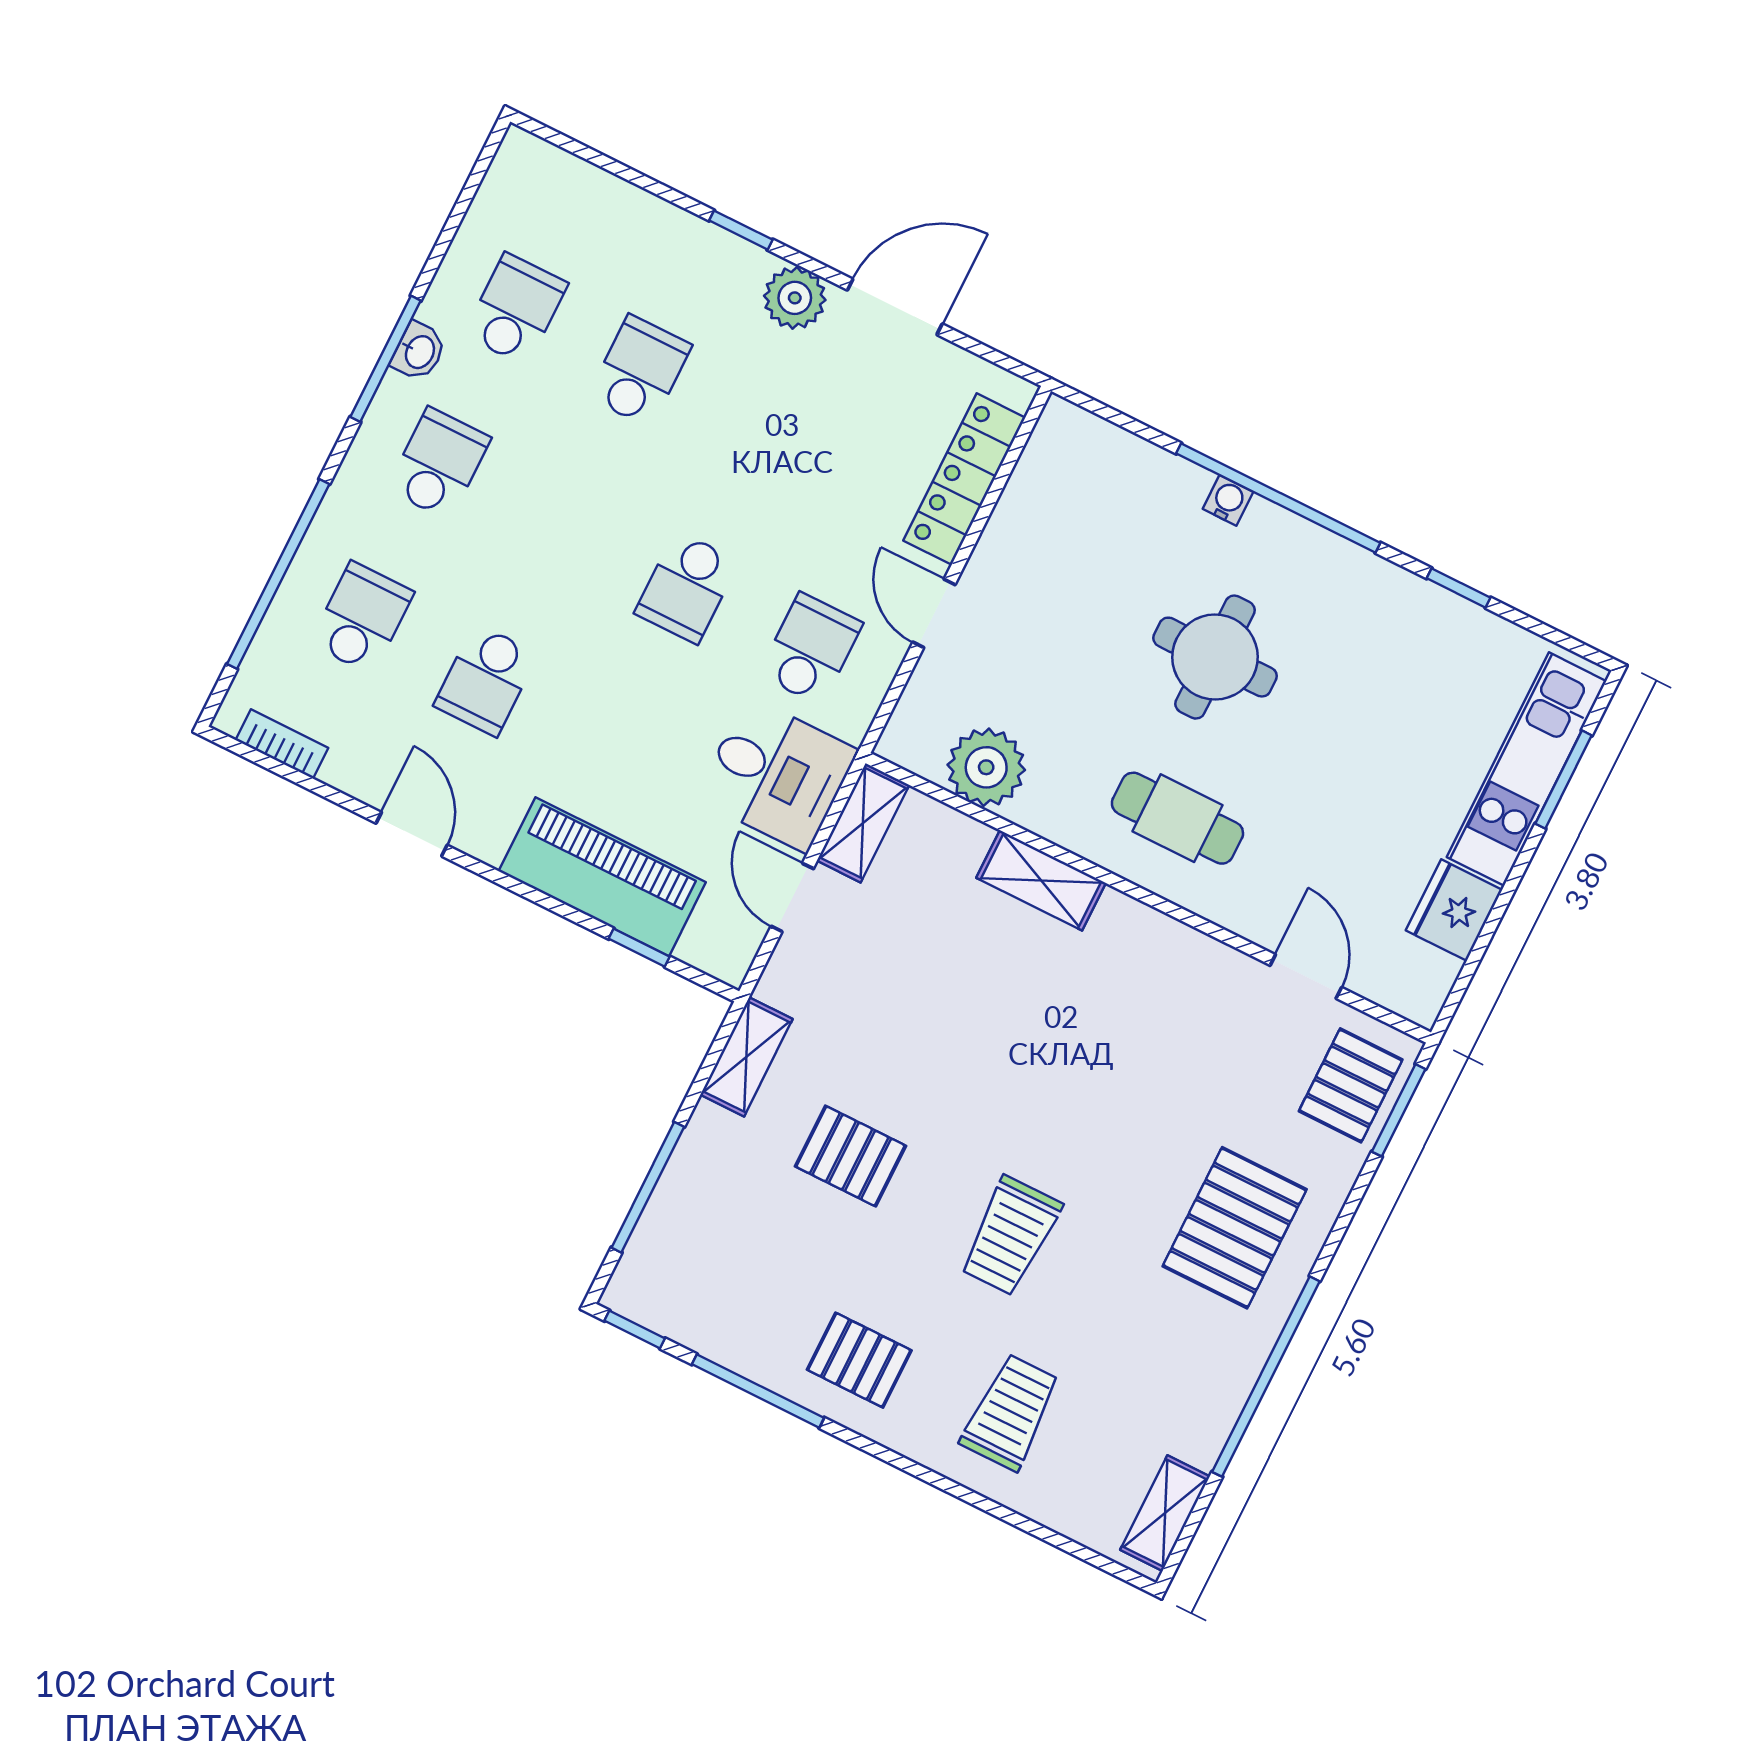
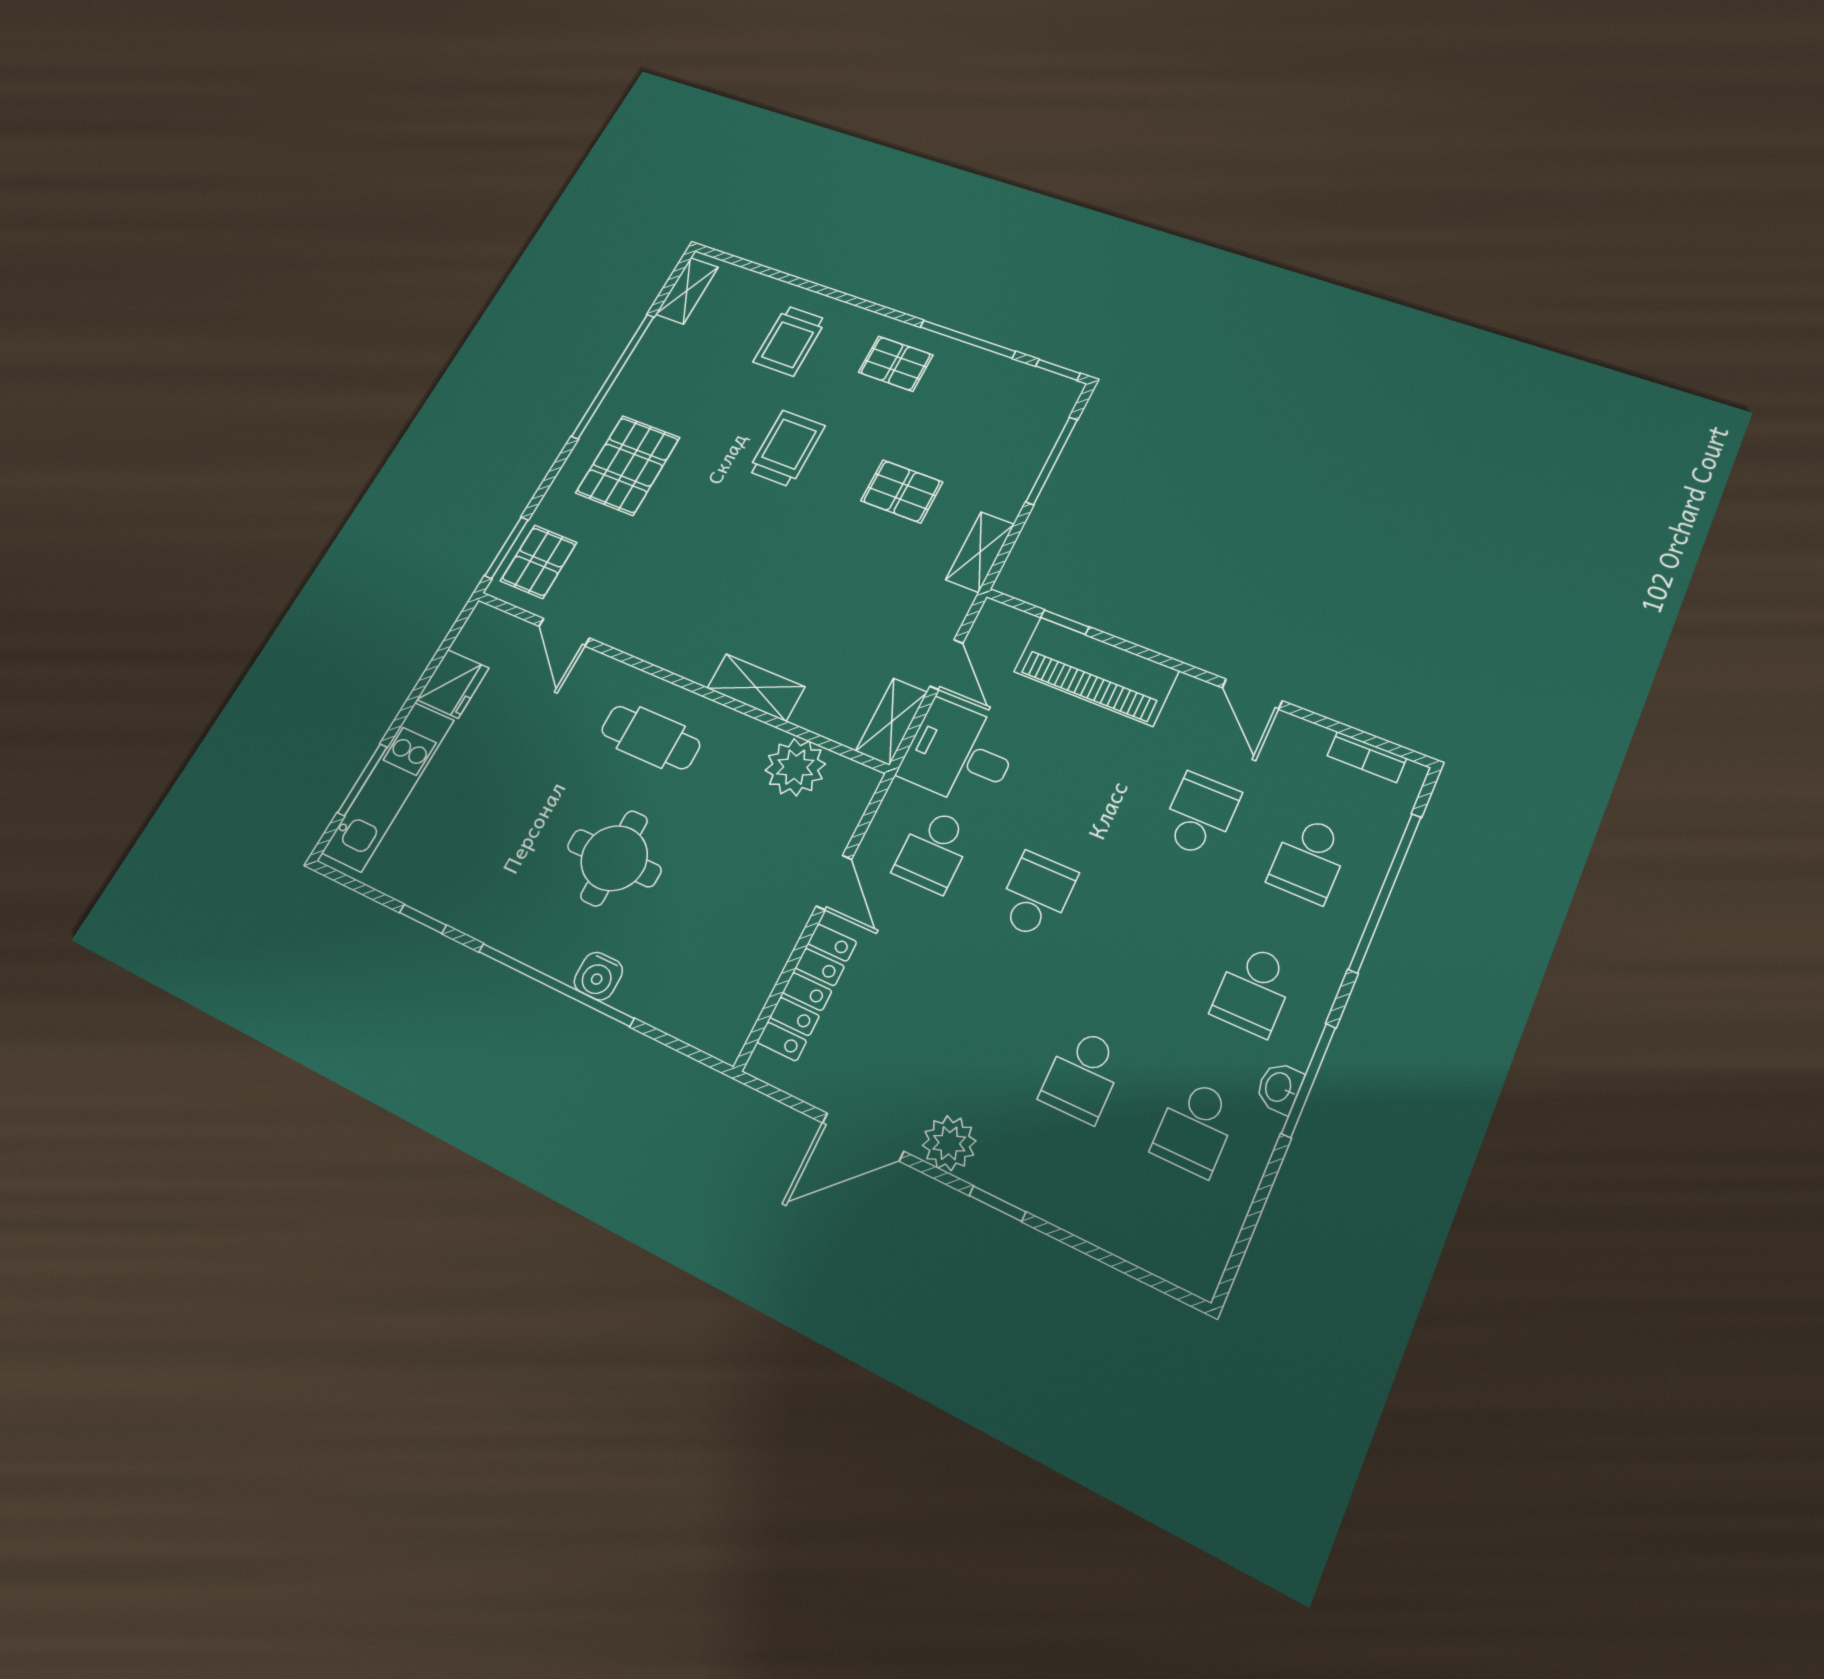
water cooler: (1228, 500) -> (598, 976), width x1.38, depth x1.38

